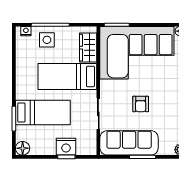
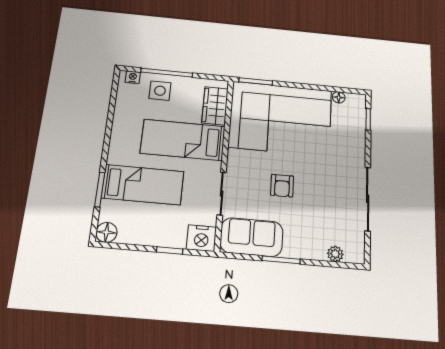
sofa: (129, 143) -> (252, 237), width x0.73
nightstand: (66, 147) -> (201, 238), moved

